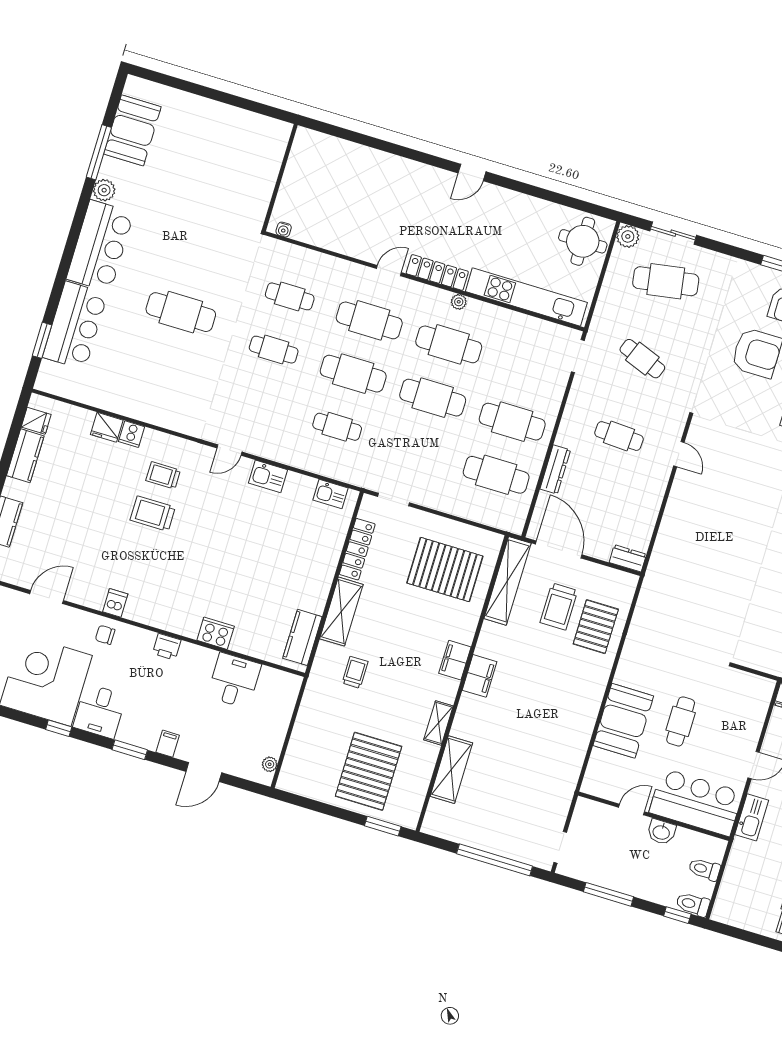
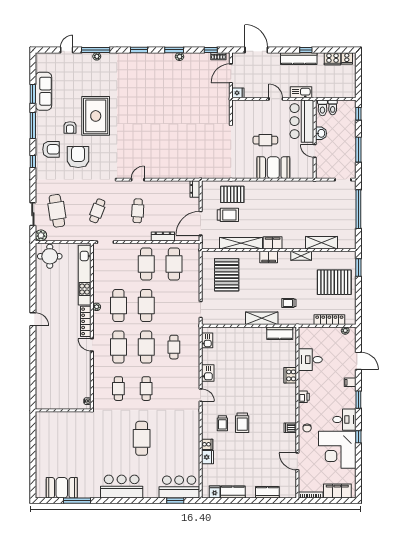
plant: (104, 190) -> (94, 493), removed
bar counter: (75, 325) -> (179, 487), moved
locker: (357, 549) -> (329, 320), moved
shelving: (507, 581) -> (241, 243), moved
toilet: (693, 904) -> (322, 108), moved

